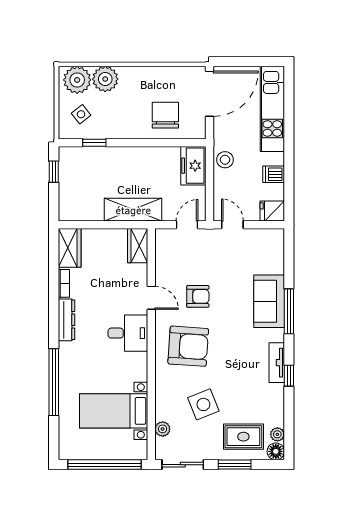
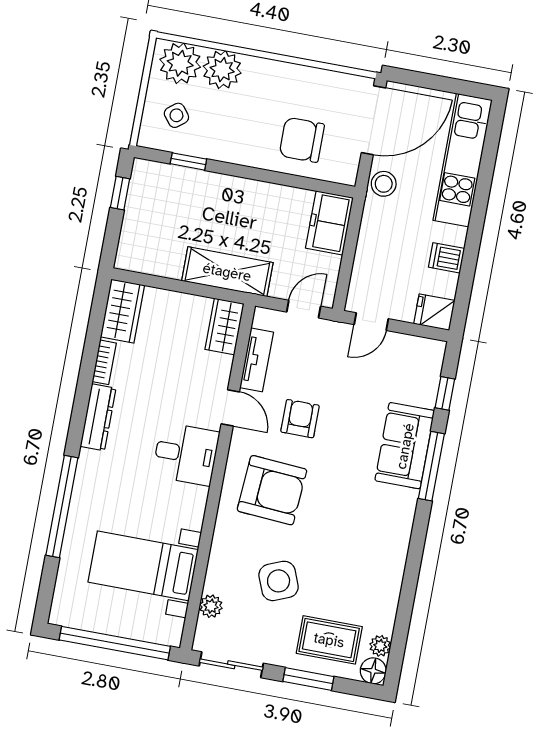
chair: (165, 115) -> (302, 140), turned -90
stool: (225, 160) -> (384, 184), moved
door: (232, 225) -> (371, 322), swing flipped
armchair: (198, 296) -> (300, 419), turned -90
tv unit: (277, 363) -> (257, 360), moved, turned 180
window: (289, 376) -> (445, 393), moved

